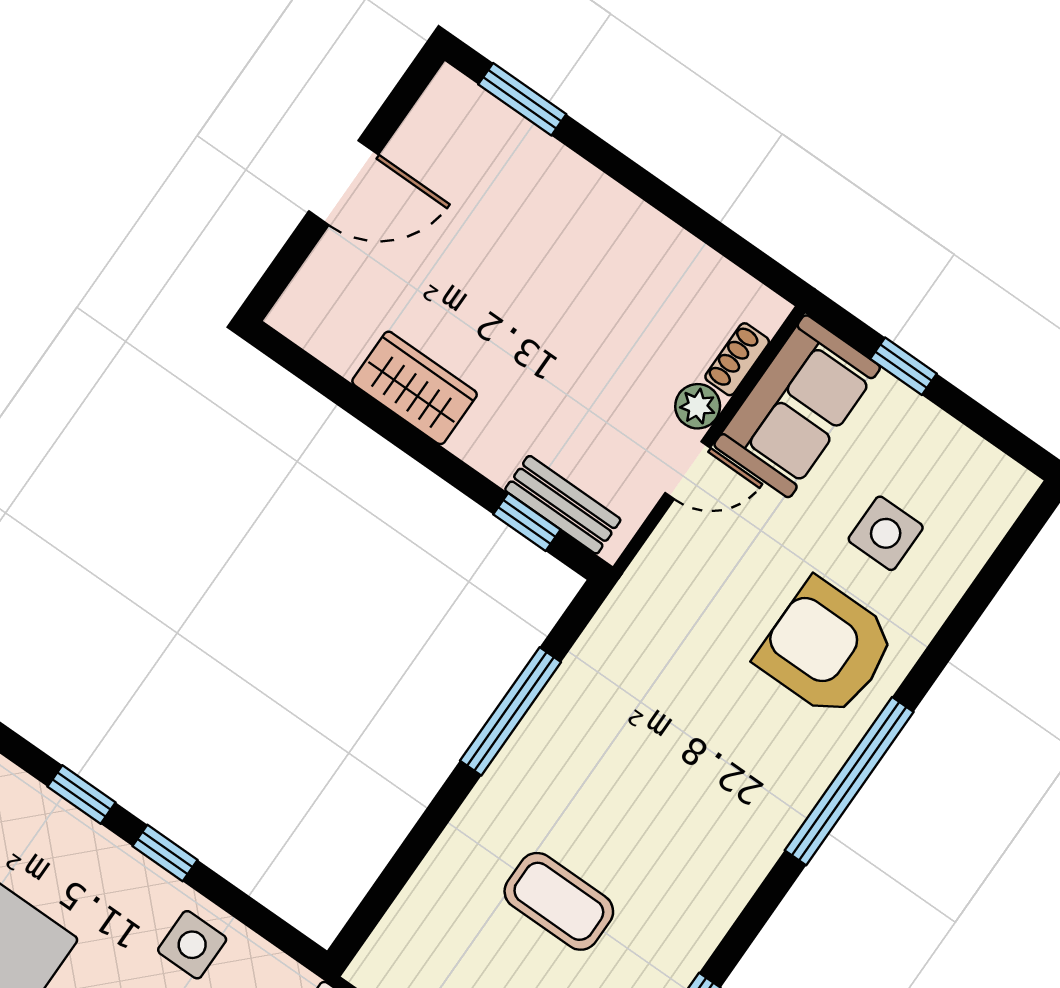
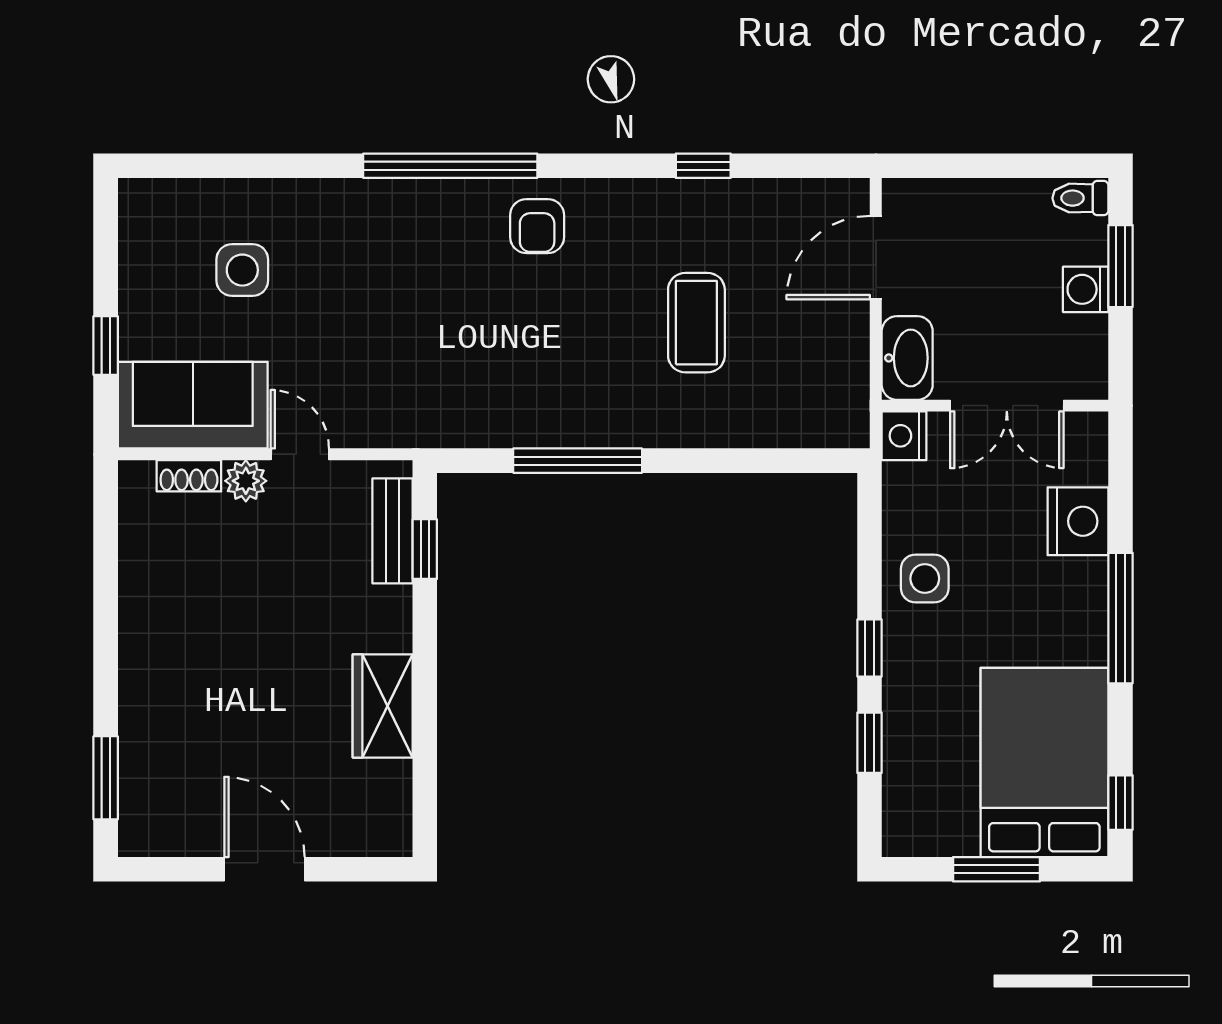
armchair: (826, 648) -> (537, 226), moved, width x0.53, depth x0.53

